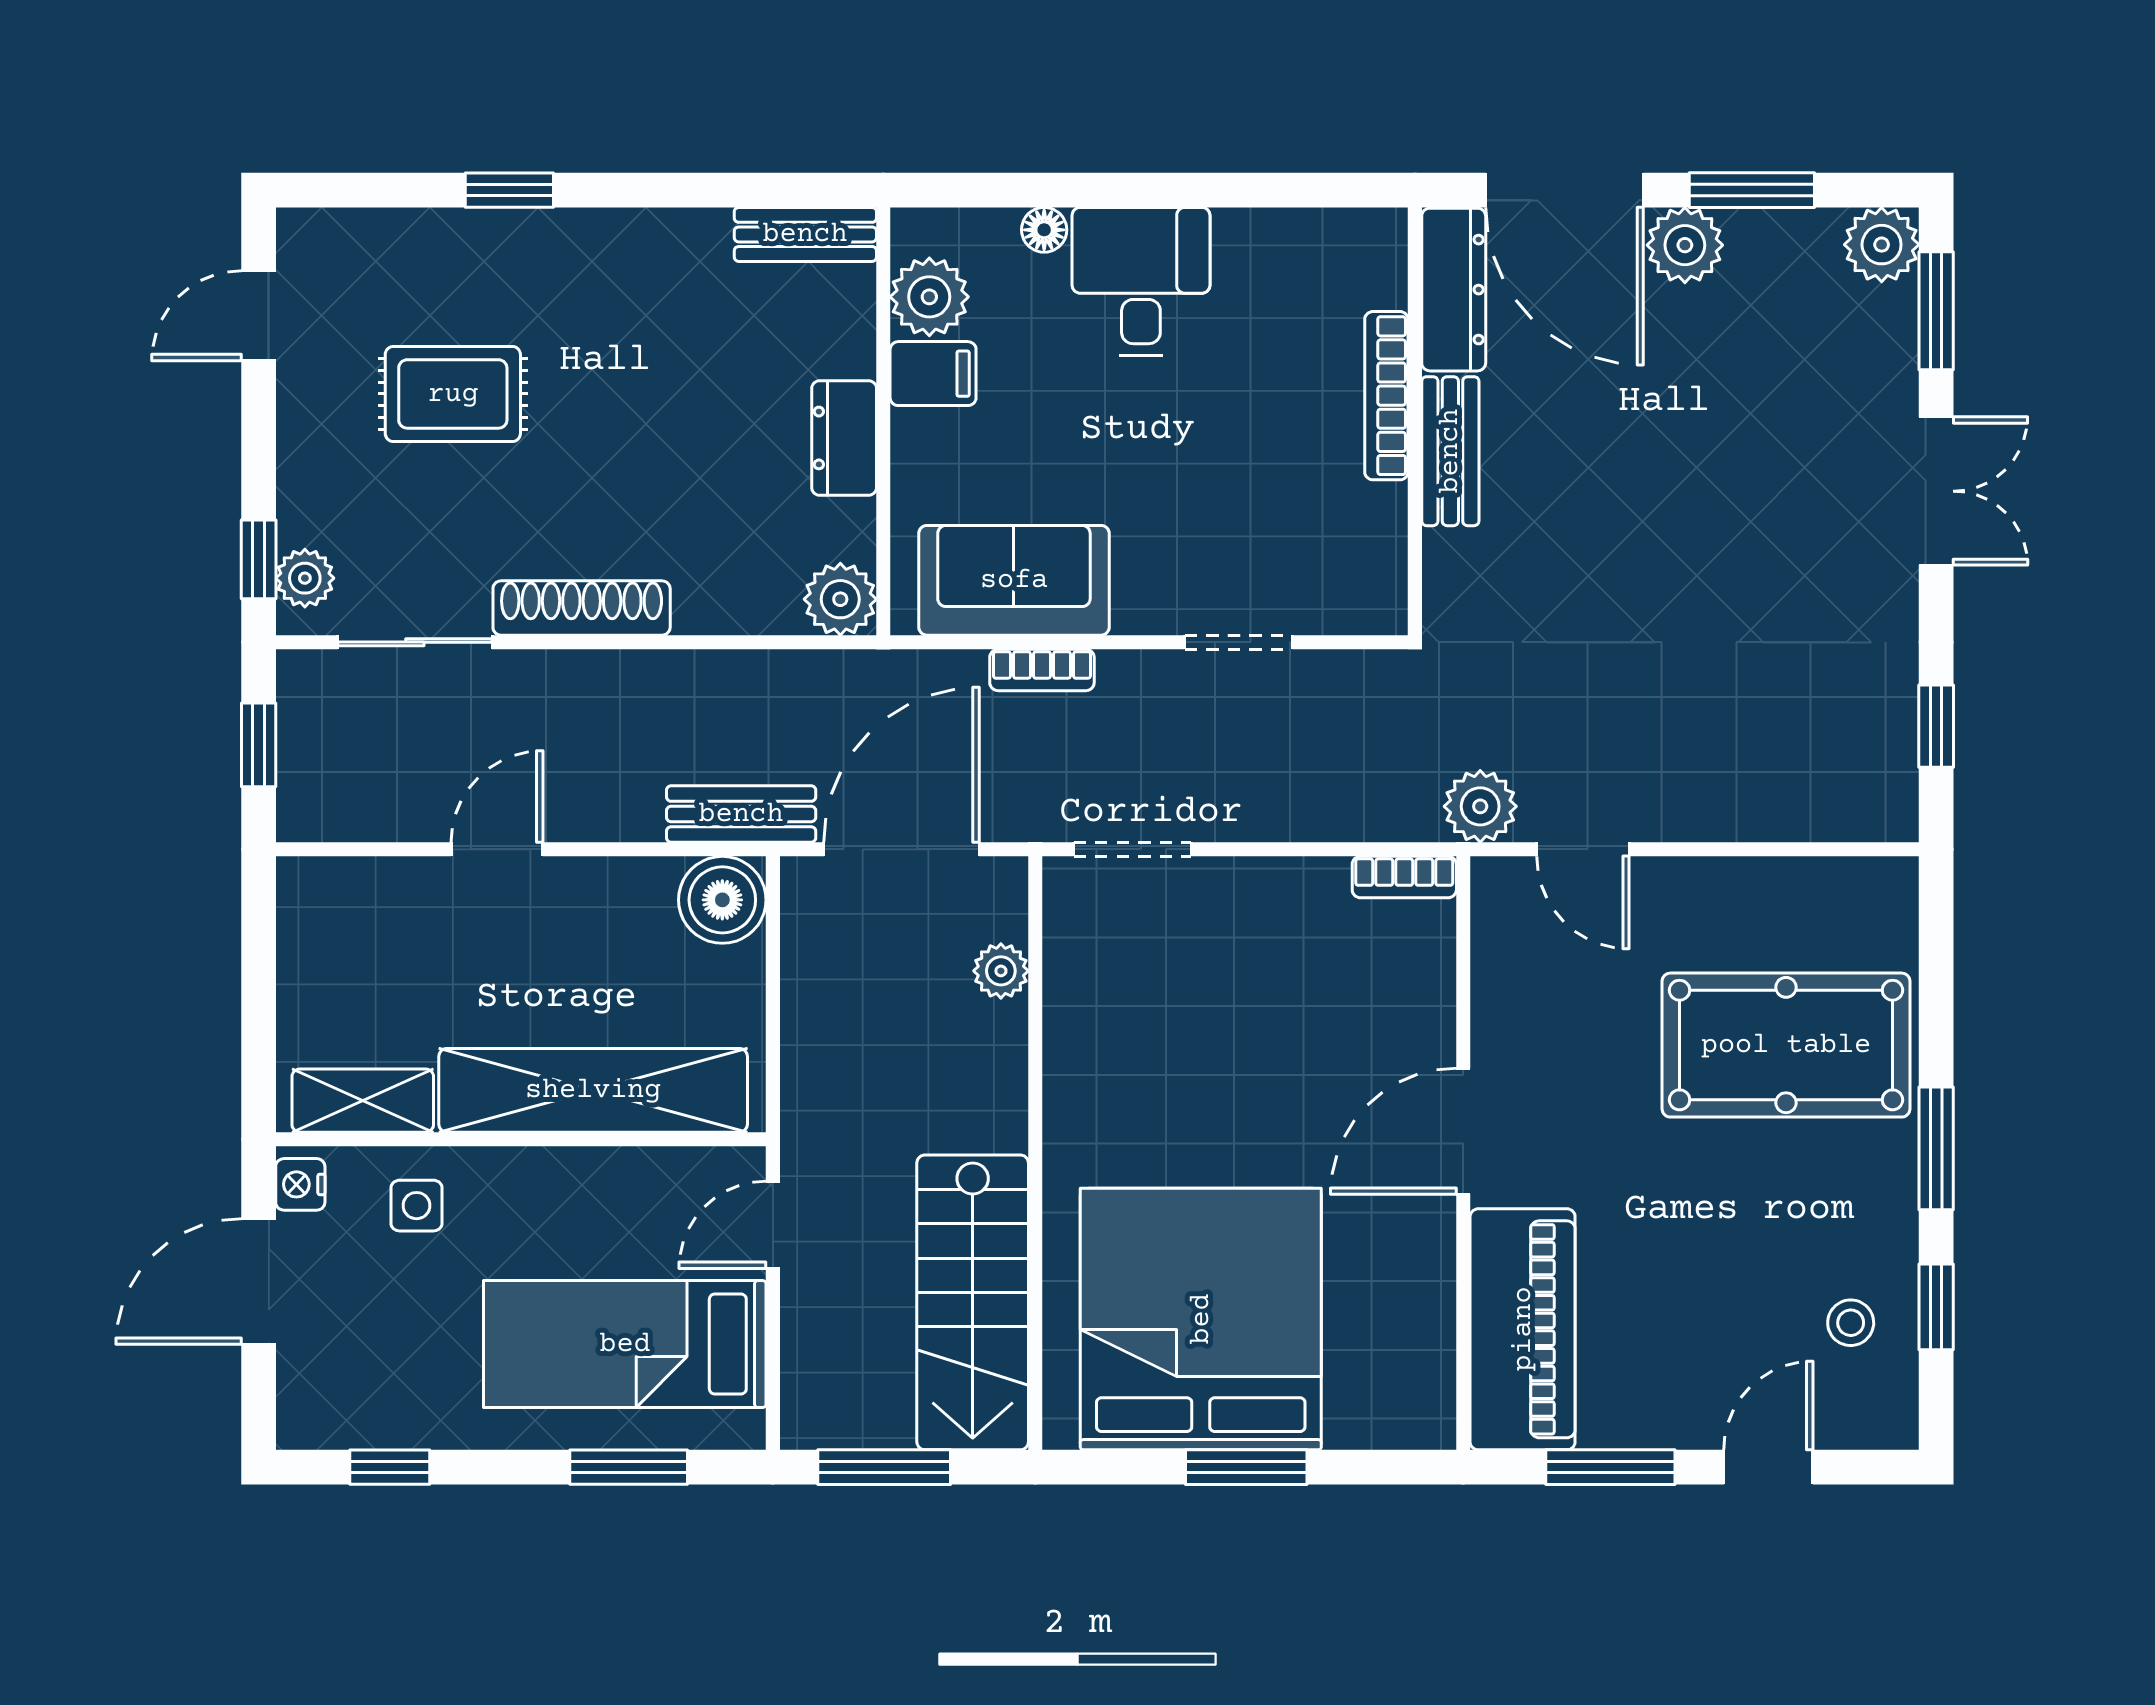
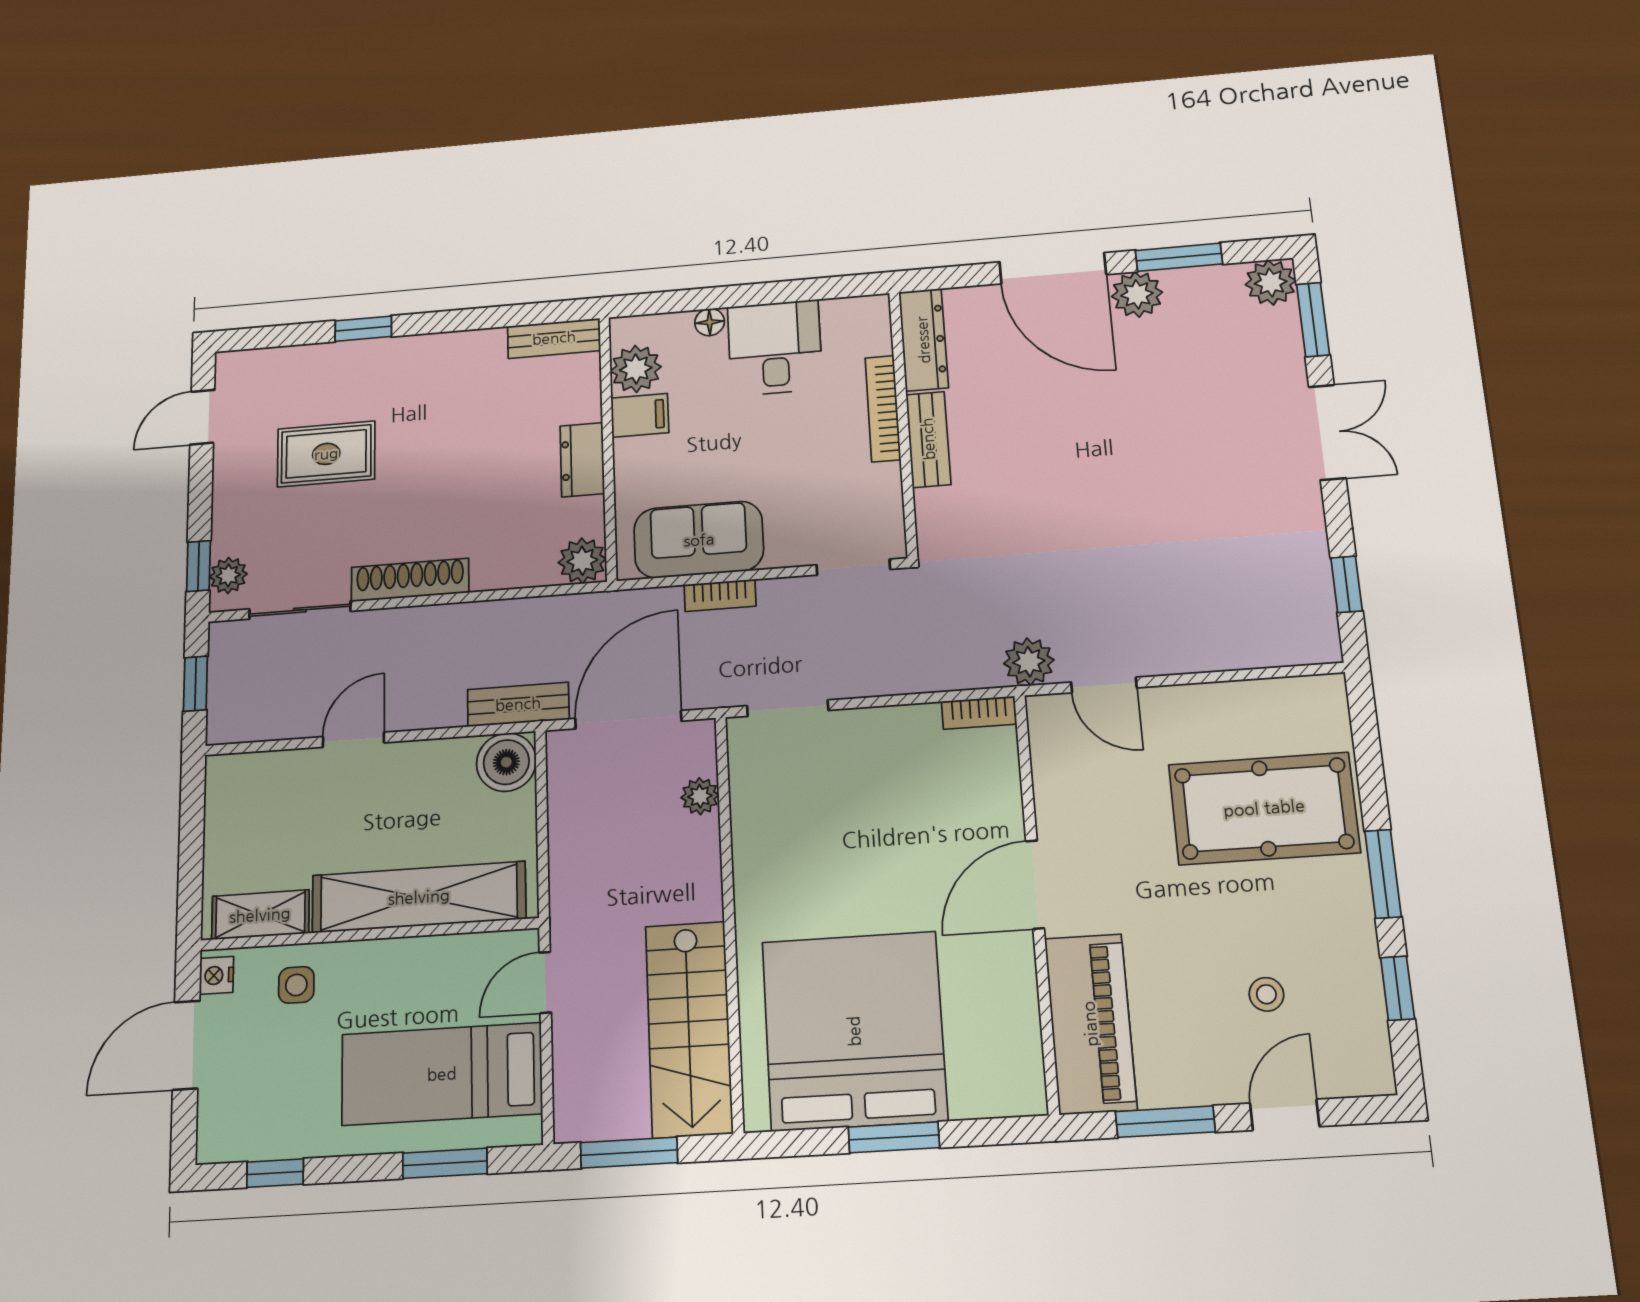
dresser: (1454, 290) -> (923, 340), moved
bookcase: (1386, 396) -> (883, 409), moved
wall: (1415, 421) -> (903, 423), moved
bench: (1450, 451) -> (928, 439), moved
stool: (1851, 1323) -> (1266, 994), moved

